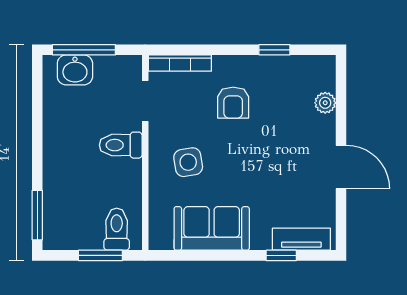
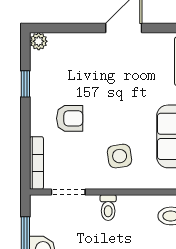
plant: (325, 103) -> (39, 41), moved
toilet: (121, 145) -> (108, 208), width x0.73, depth x0.72

